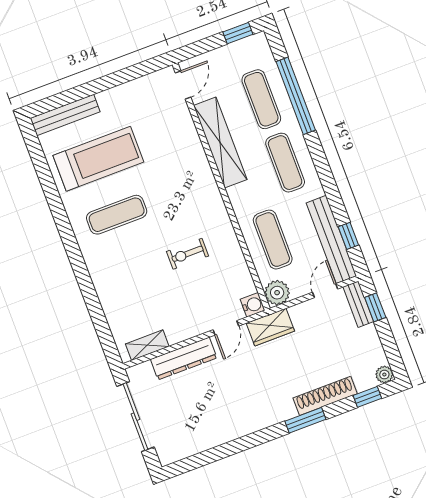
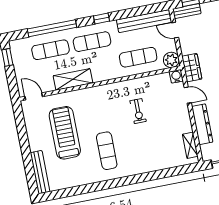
shelving: (220, 143) -> (73, 79), width x0.68
treadmill: (98, 159) -> (65, 133), moved
window: (348, 236) -> (101, 19), moved

